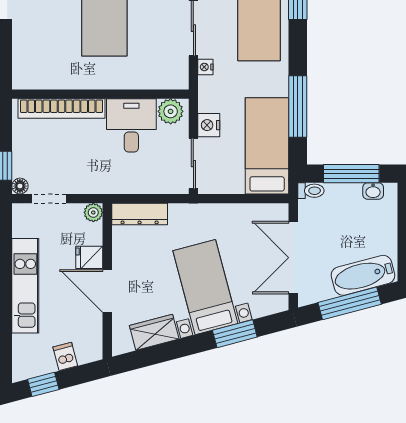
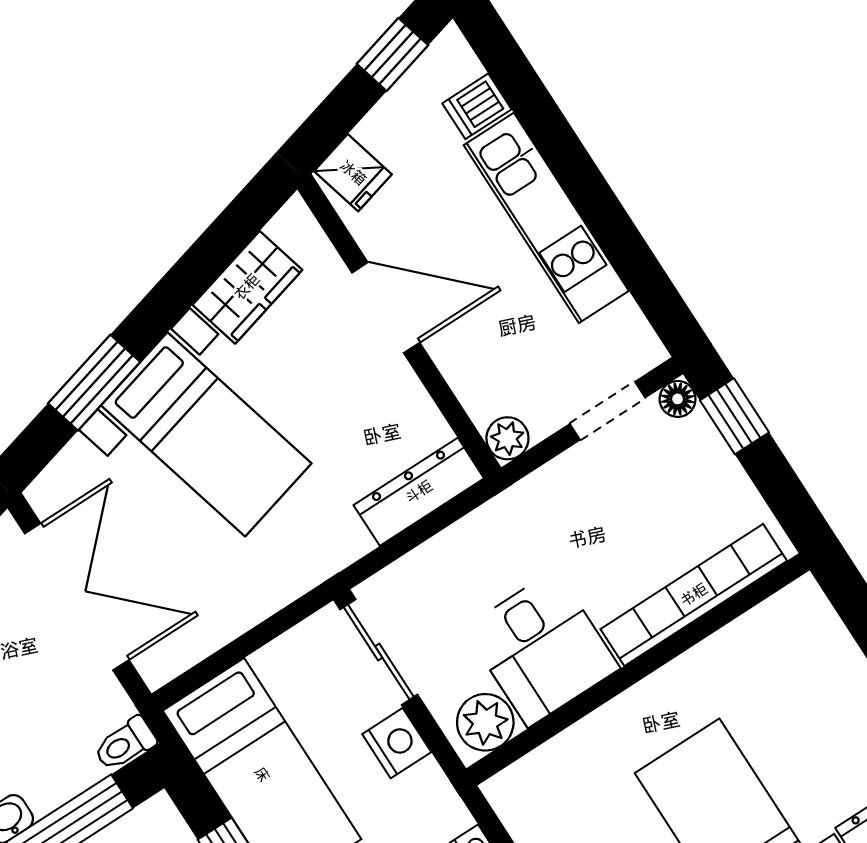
fridge: (89, 257) -> (353, 173), moved, turned 75
dishwasher: (65, 356) -> (477, 106), moved, turned 105

